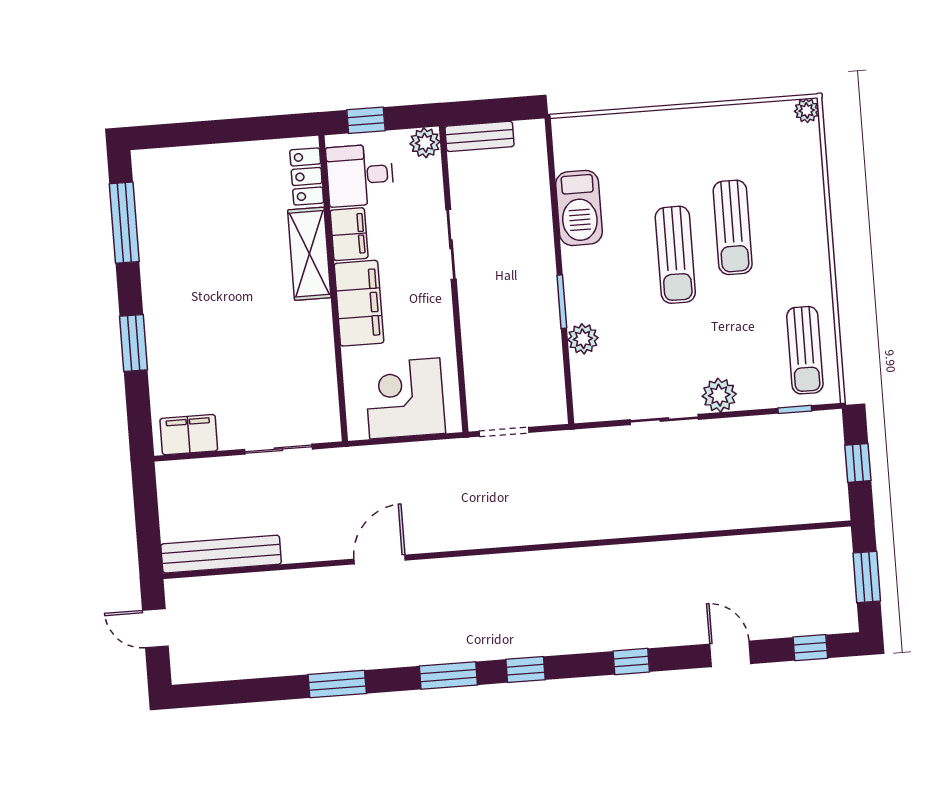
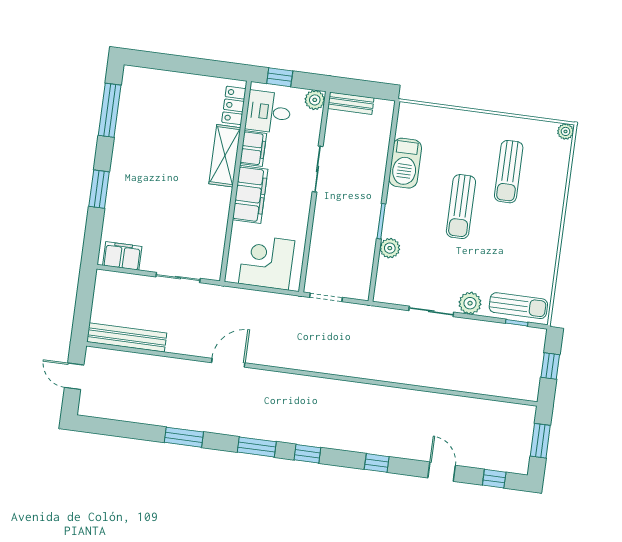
sun lounger: (733, 227) -> (509, 172), moved
sun lounger: (805, 350) -> (518, 306), moved, turned -90

